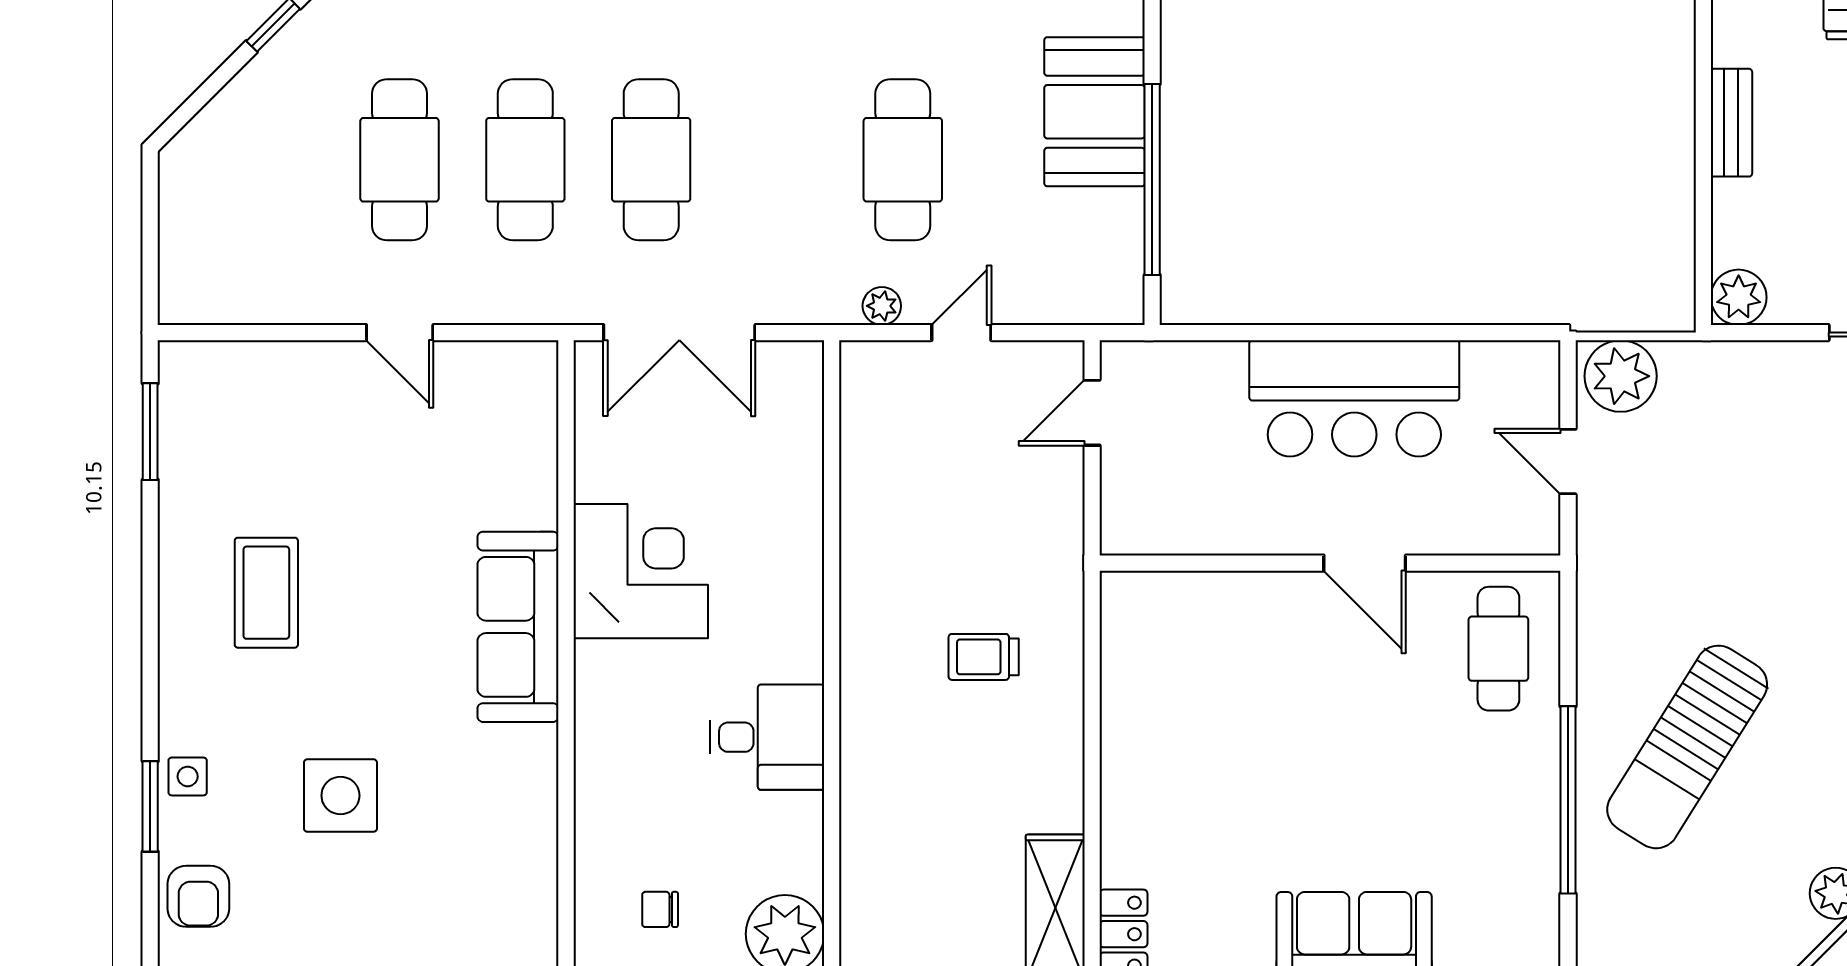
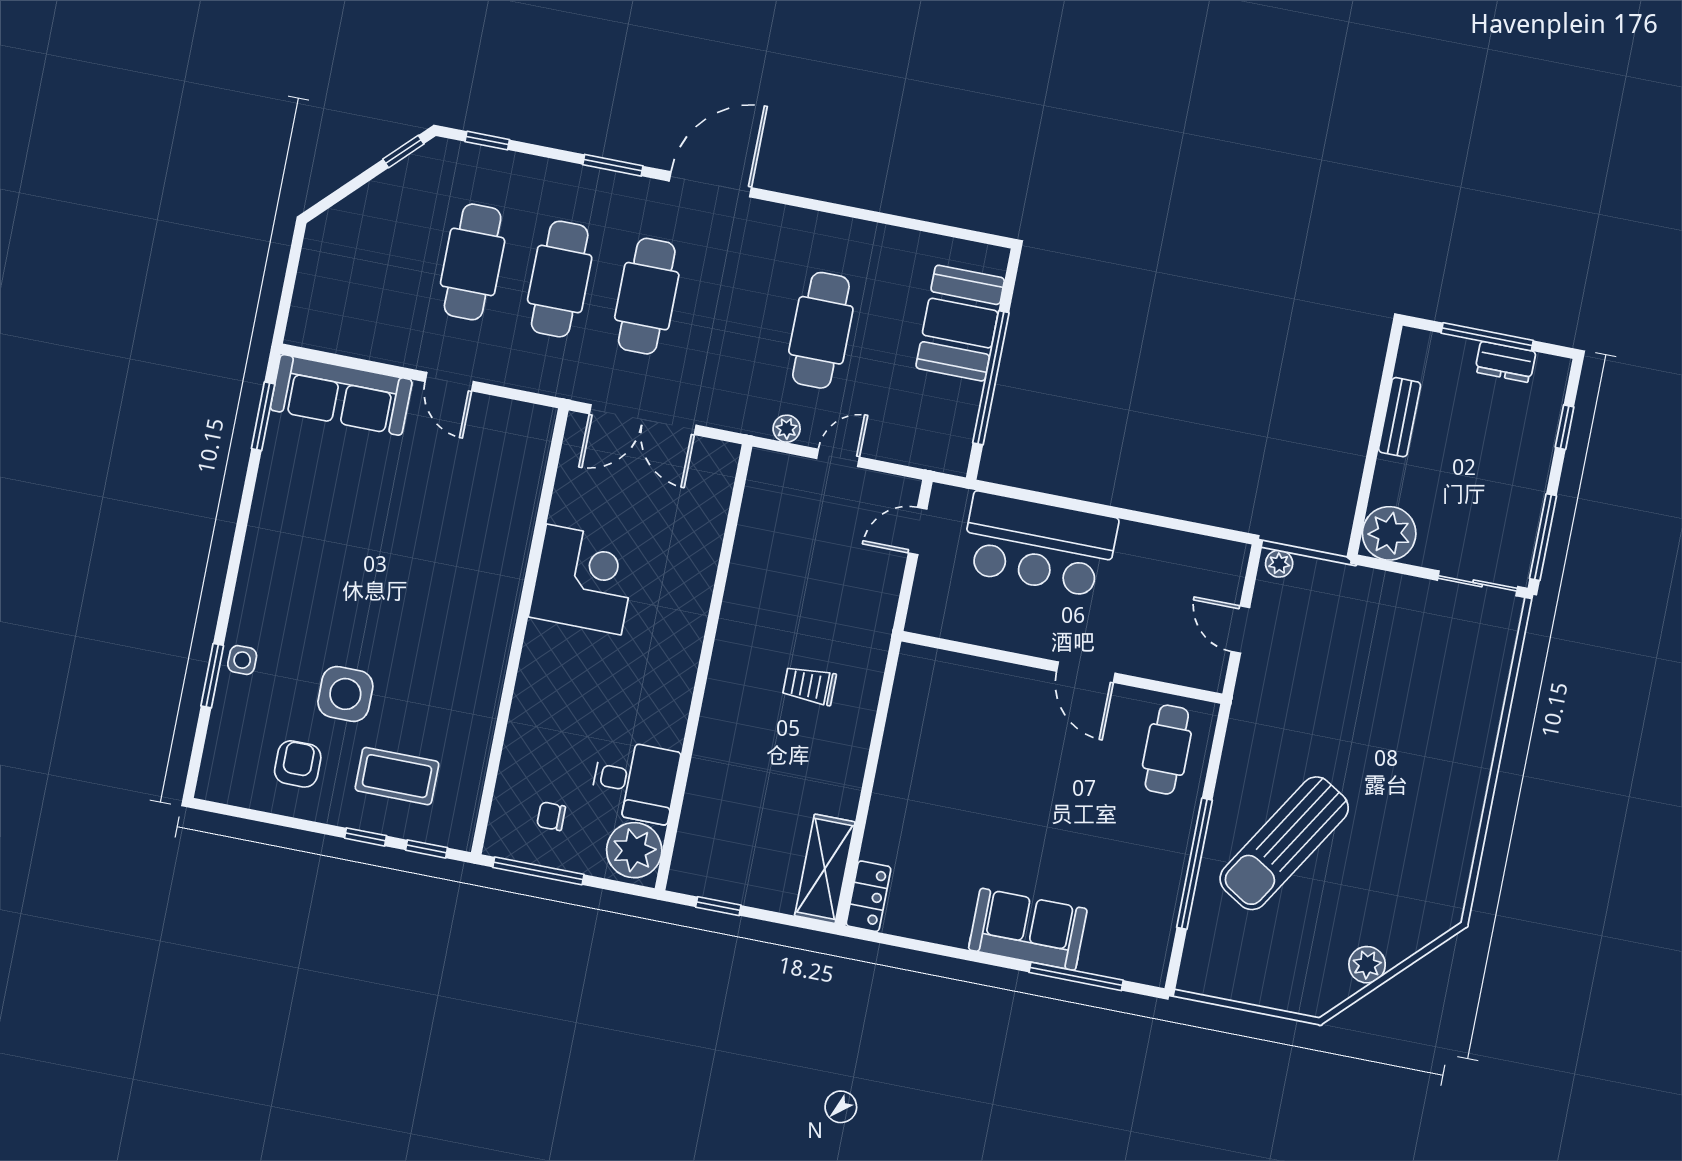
plant: (1739, 297) -> (1389, 533), width x1.36, depth x1.36
plant: (1621, 376) -> (1279, 564), width x0.53, depth x0.53
bar counter: (1354, 398) -> (1039, 545), moved
coffee table: (266, 593) -> (397, 776), moved, turned 90
sofa: (518, 627) -> (341, 395), moved, turned -90
desk: (767, 737) -> (635, 781), moved
armchair: (198, 896) -> (298, 764), moved, turned 180

